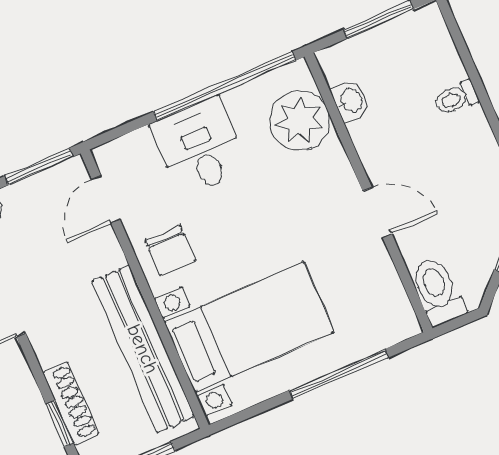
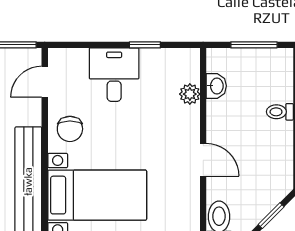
window: (225, 86) -> (145, 45), width x0.32
plant: (300, 121) -> (190, 94), width x0.53, depth x0.53

